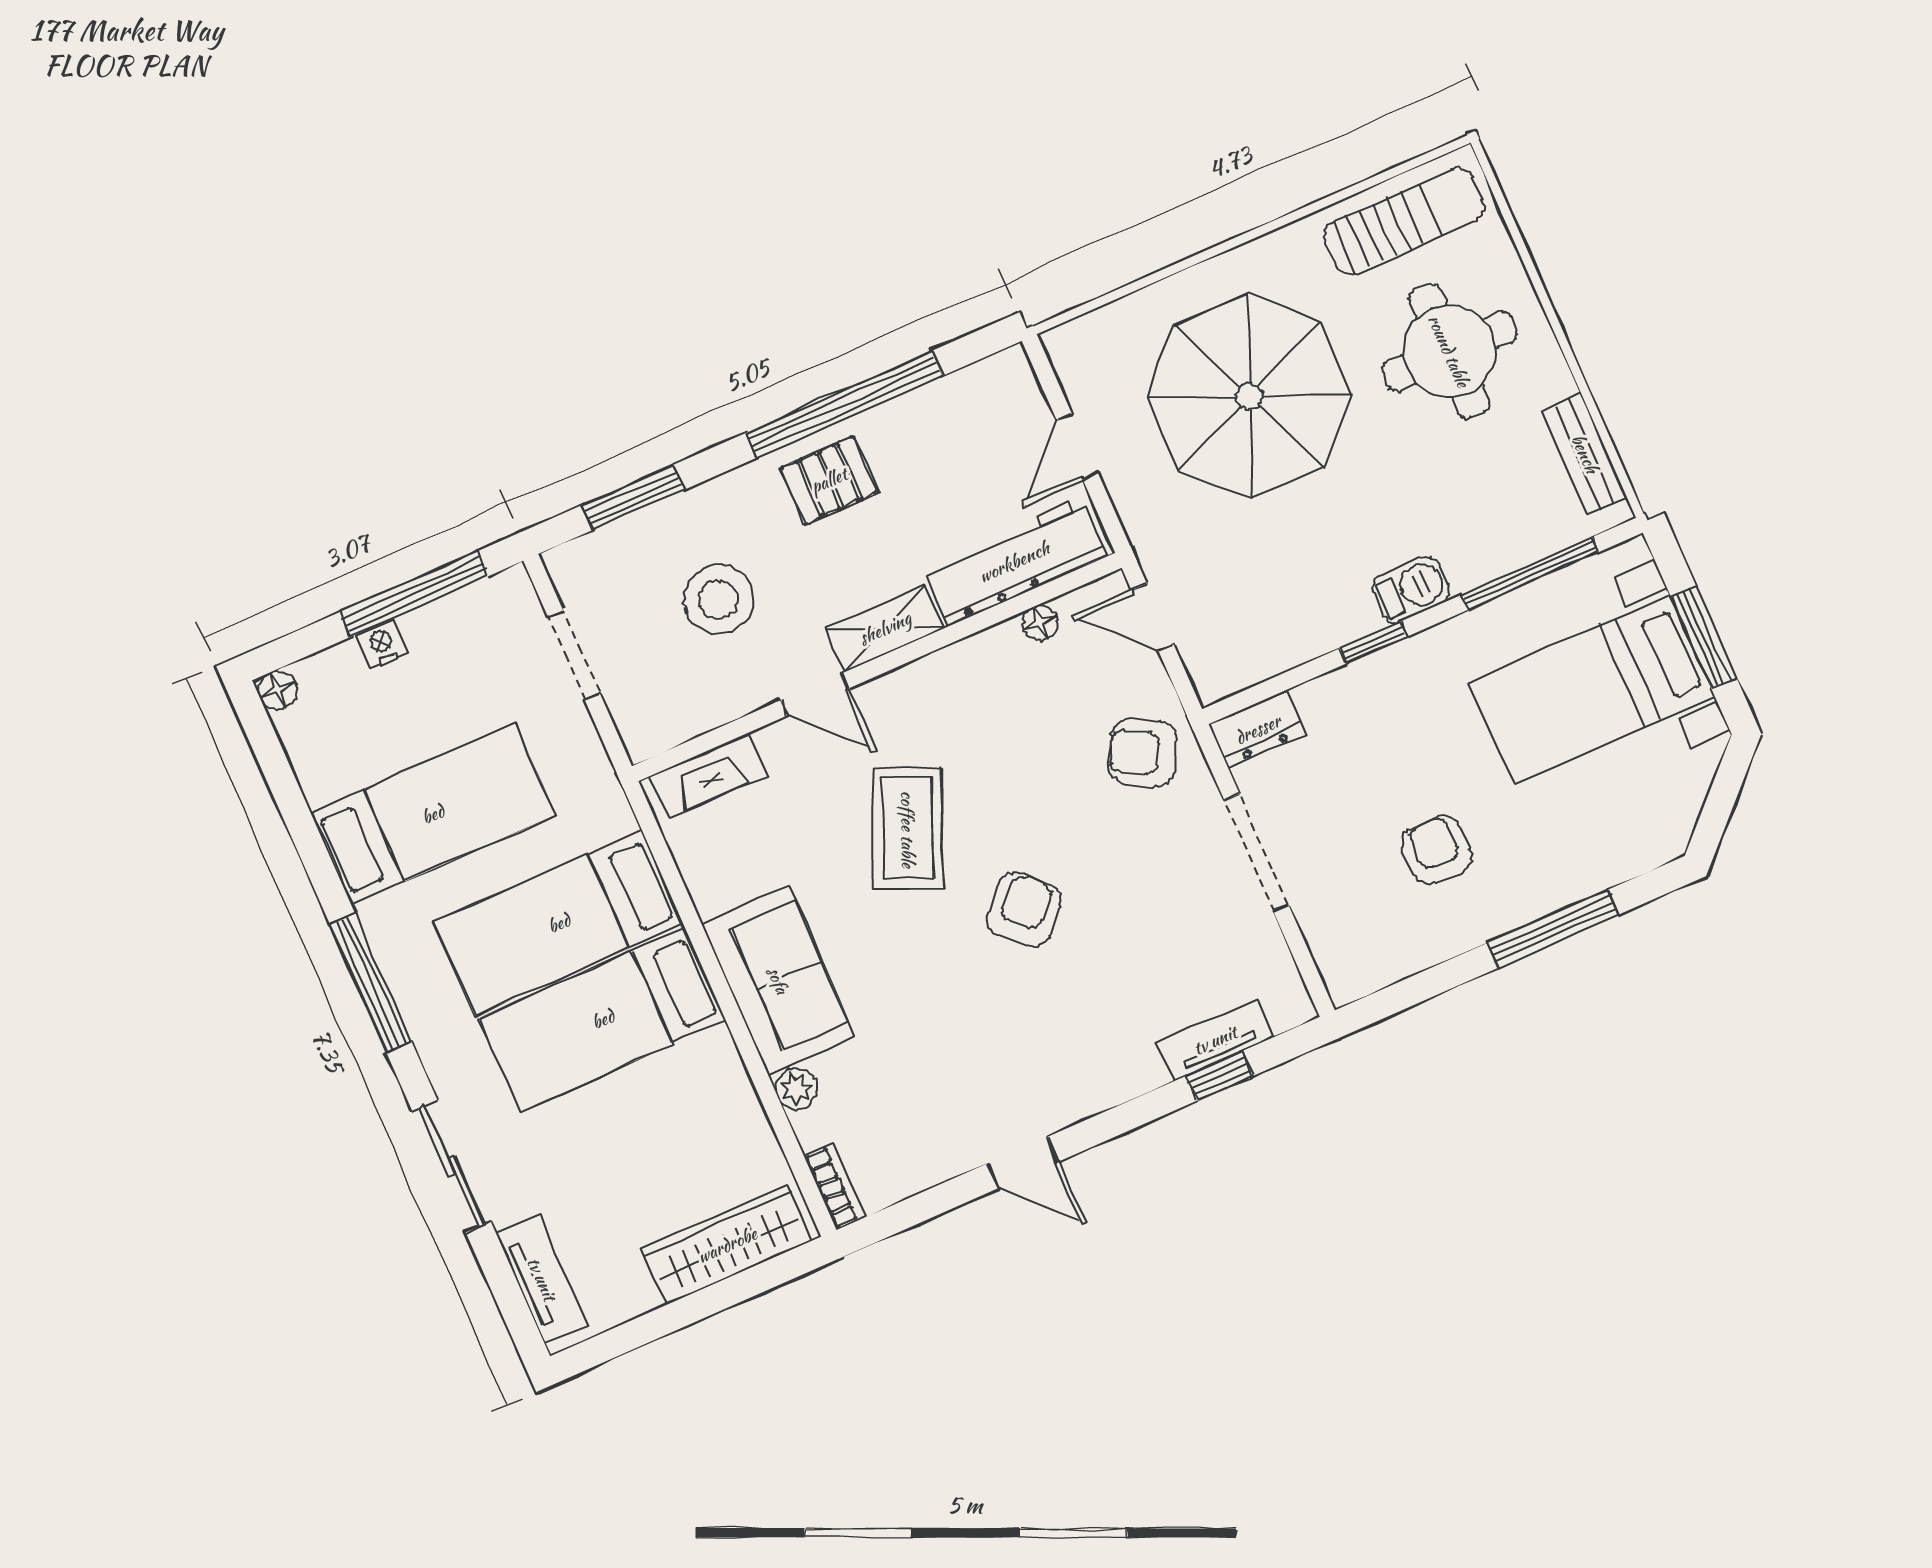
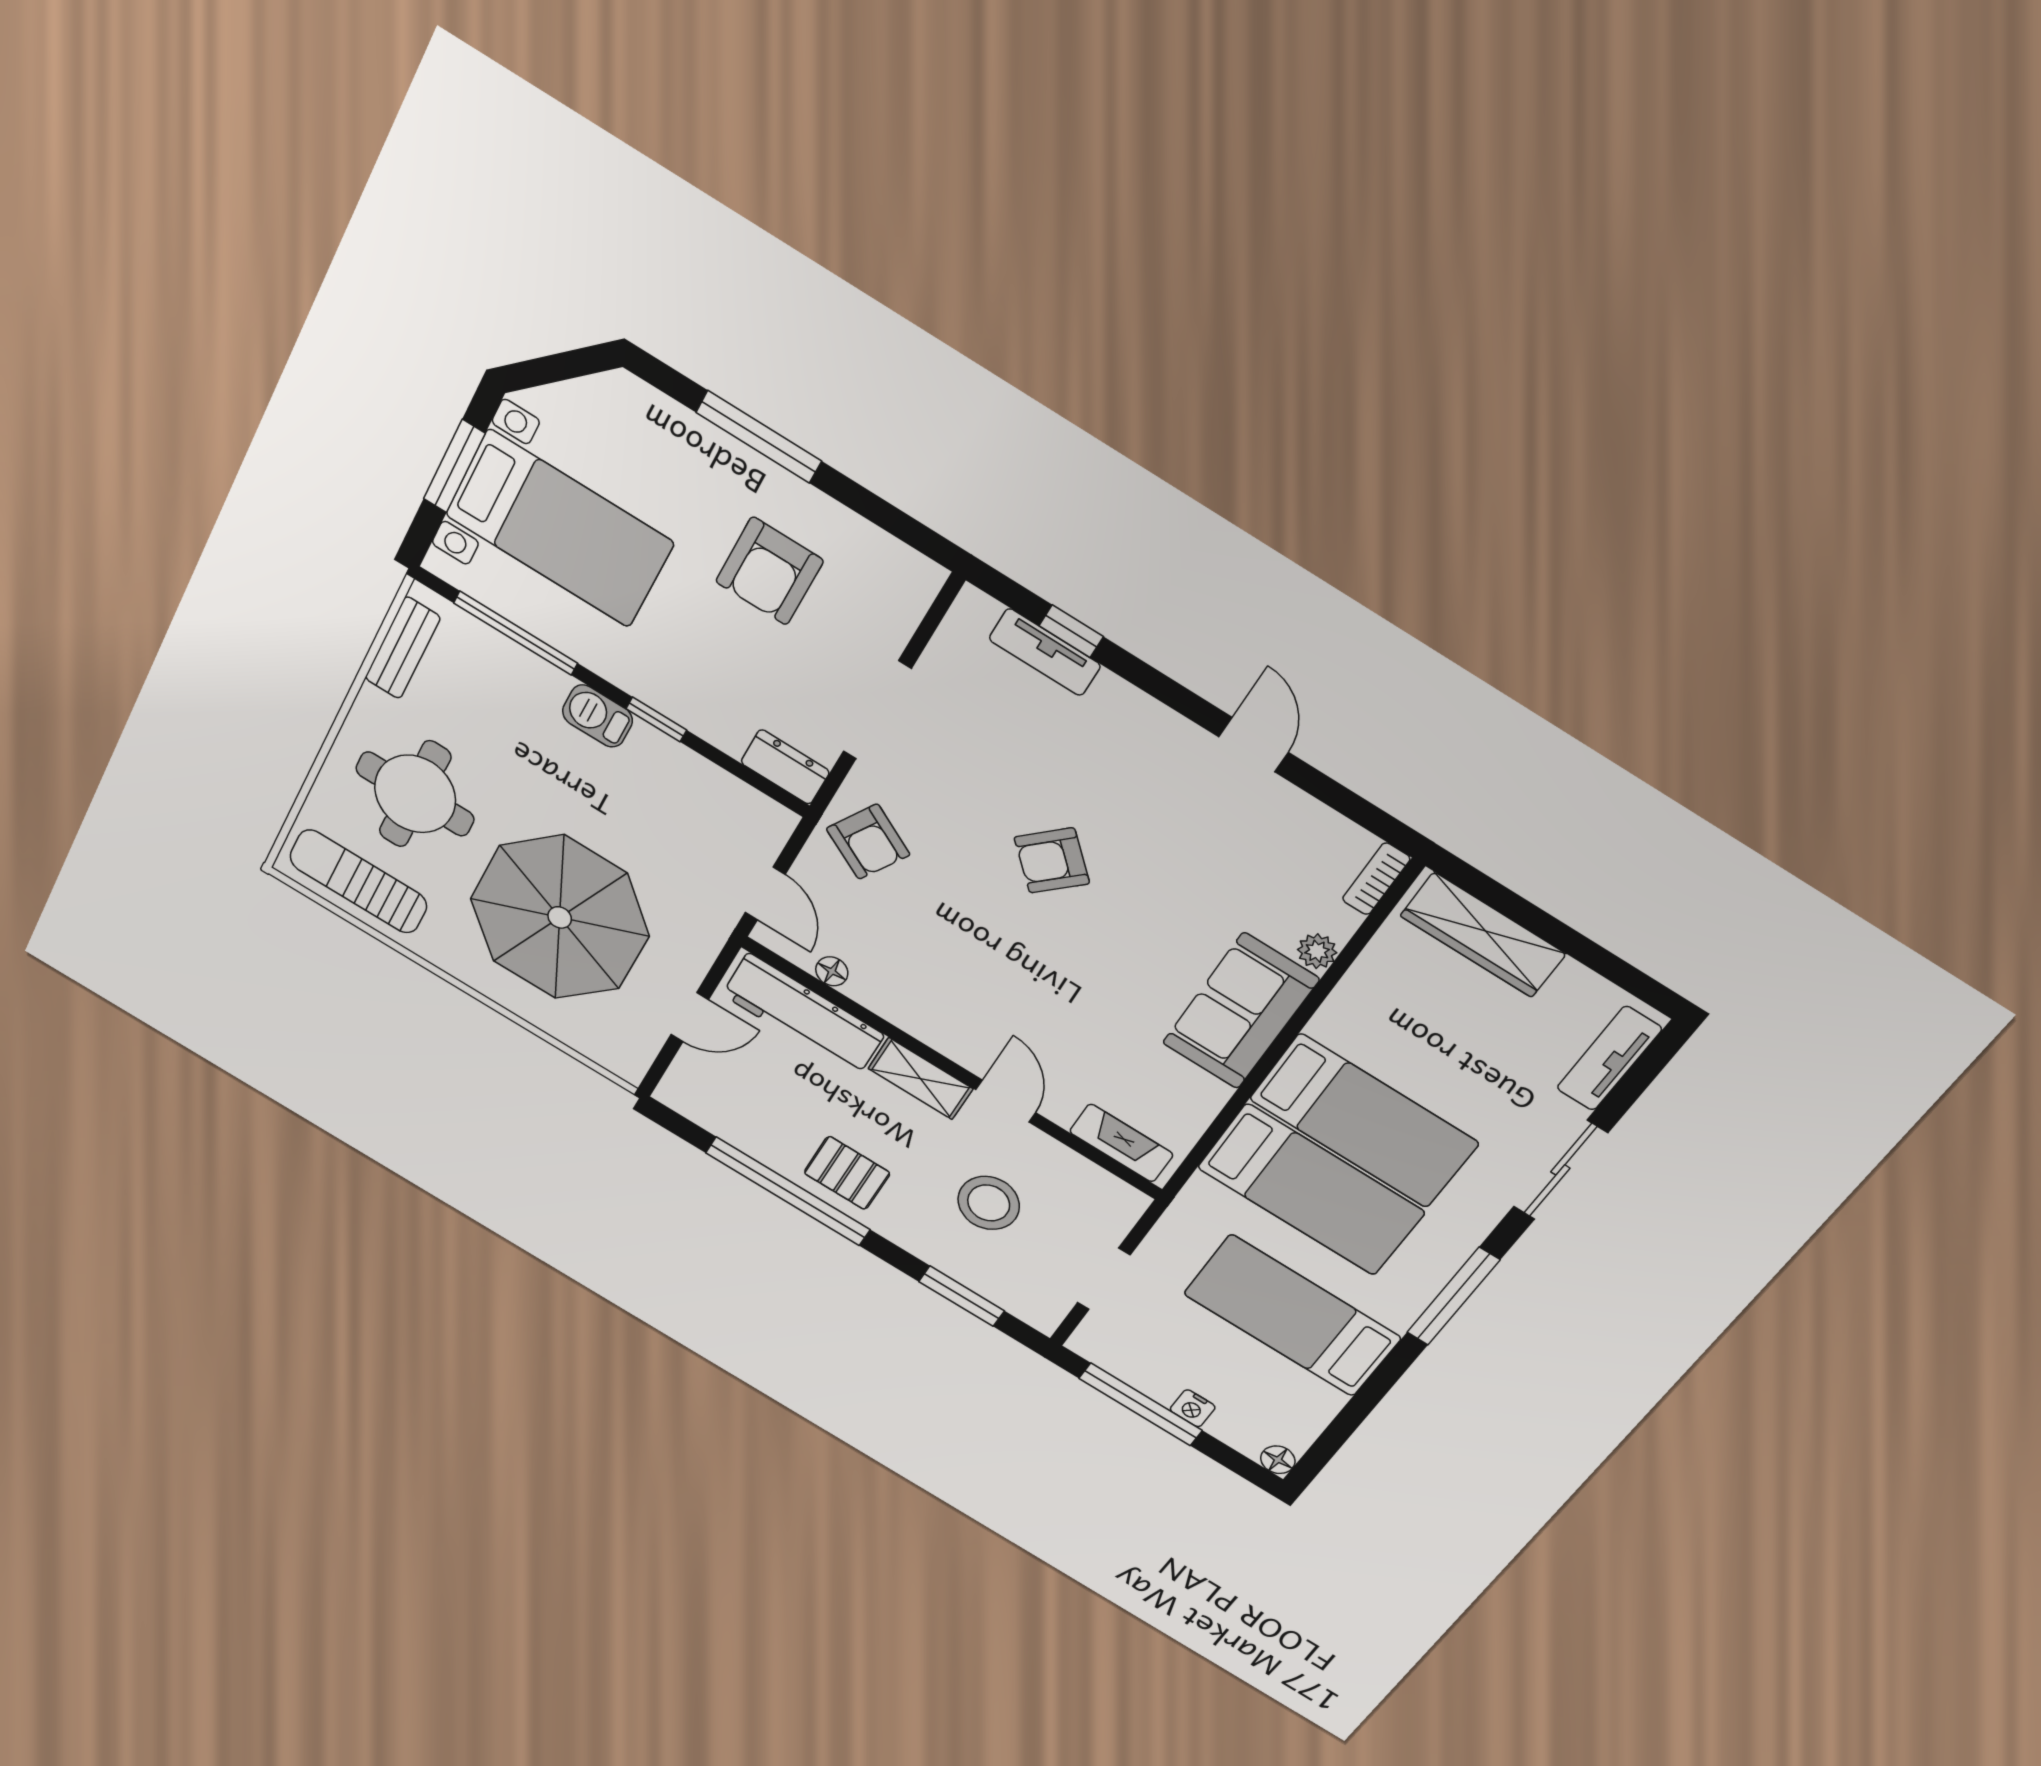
coffee table: (908, 829) -> (1054, 981), removed
armchair: (1437, 850) -> (769, 571), width x1.38, depth x1.38

